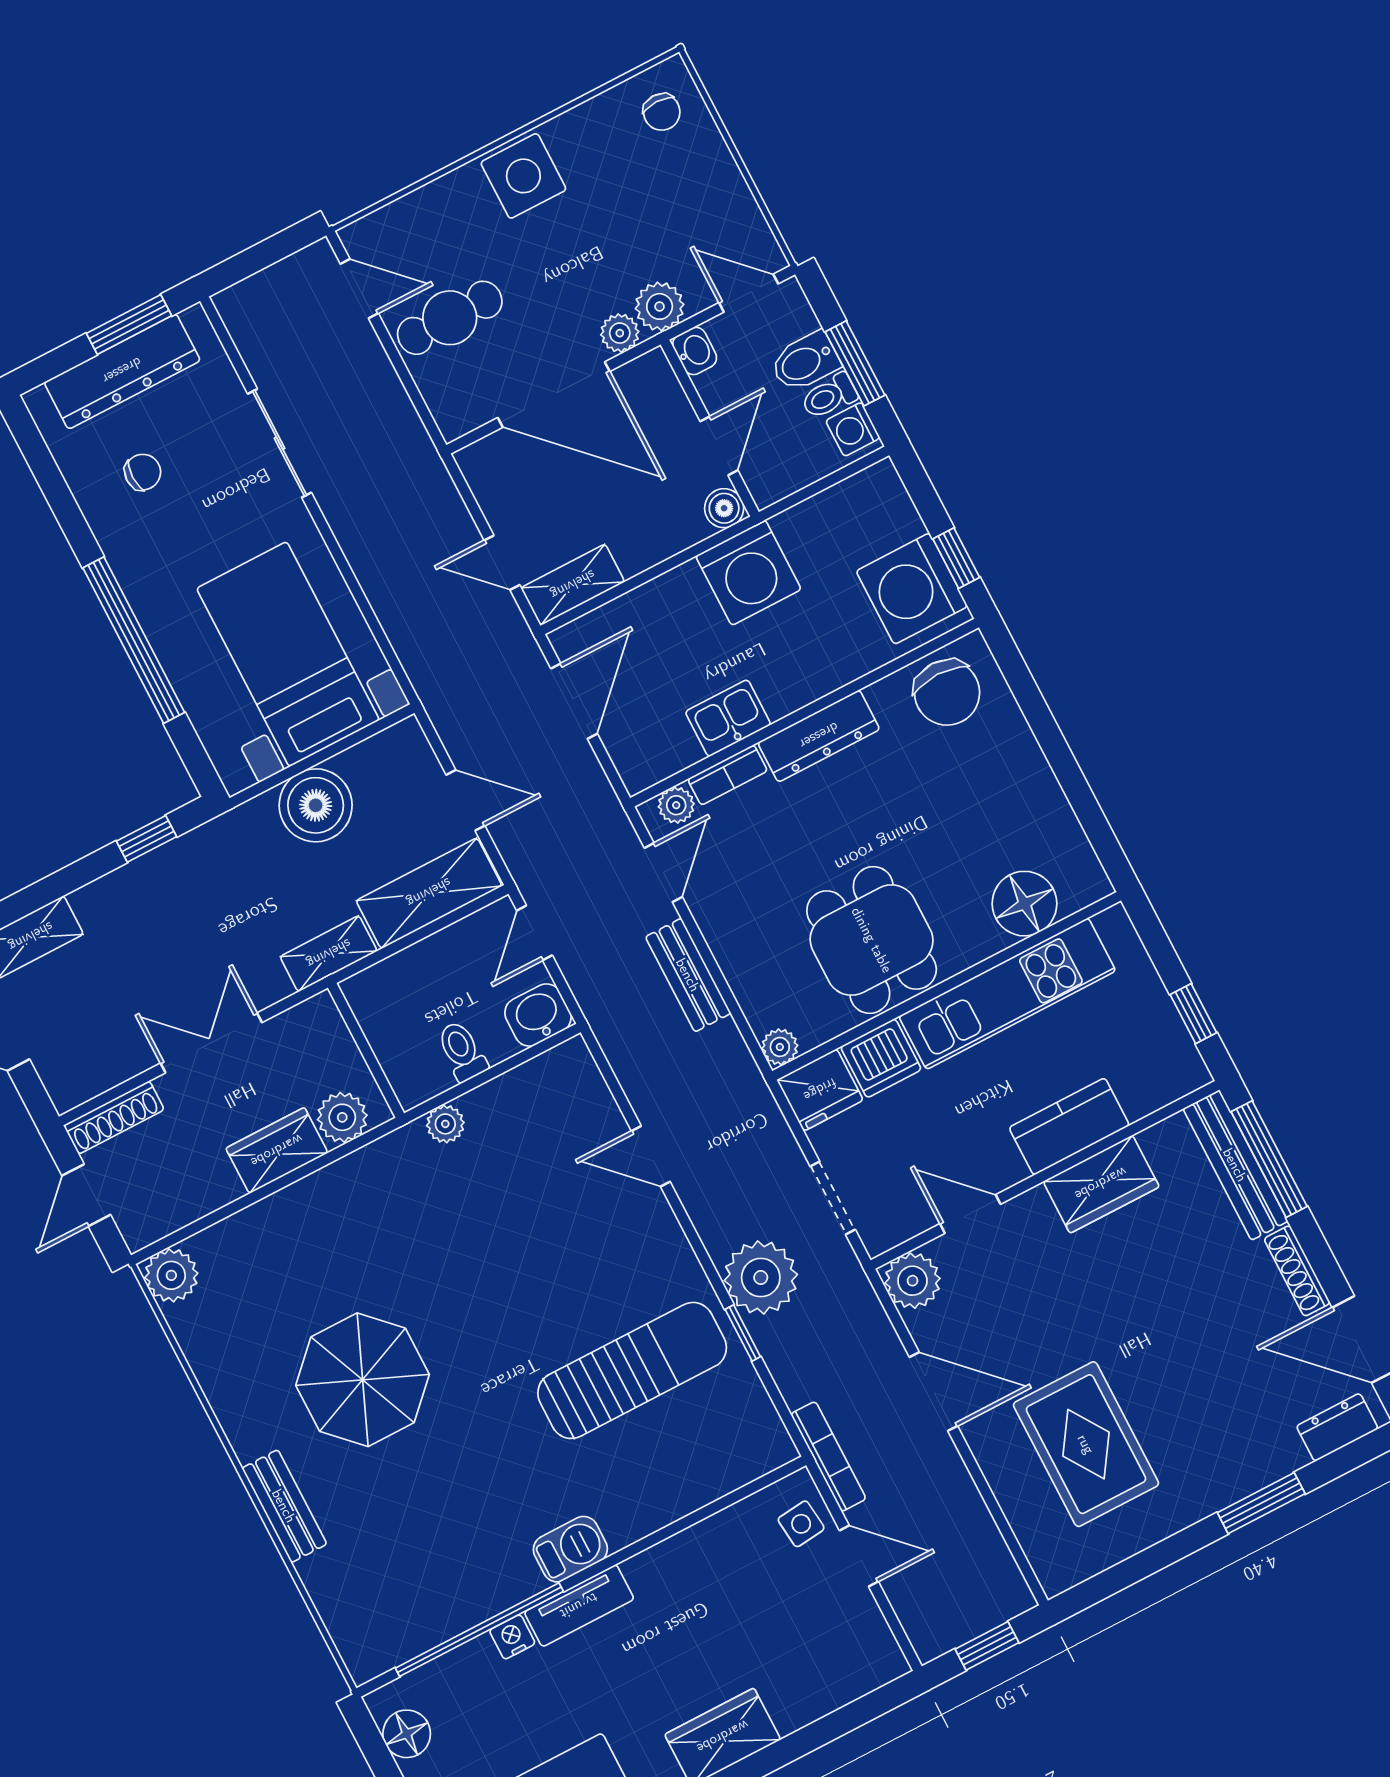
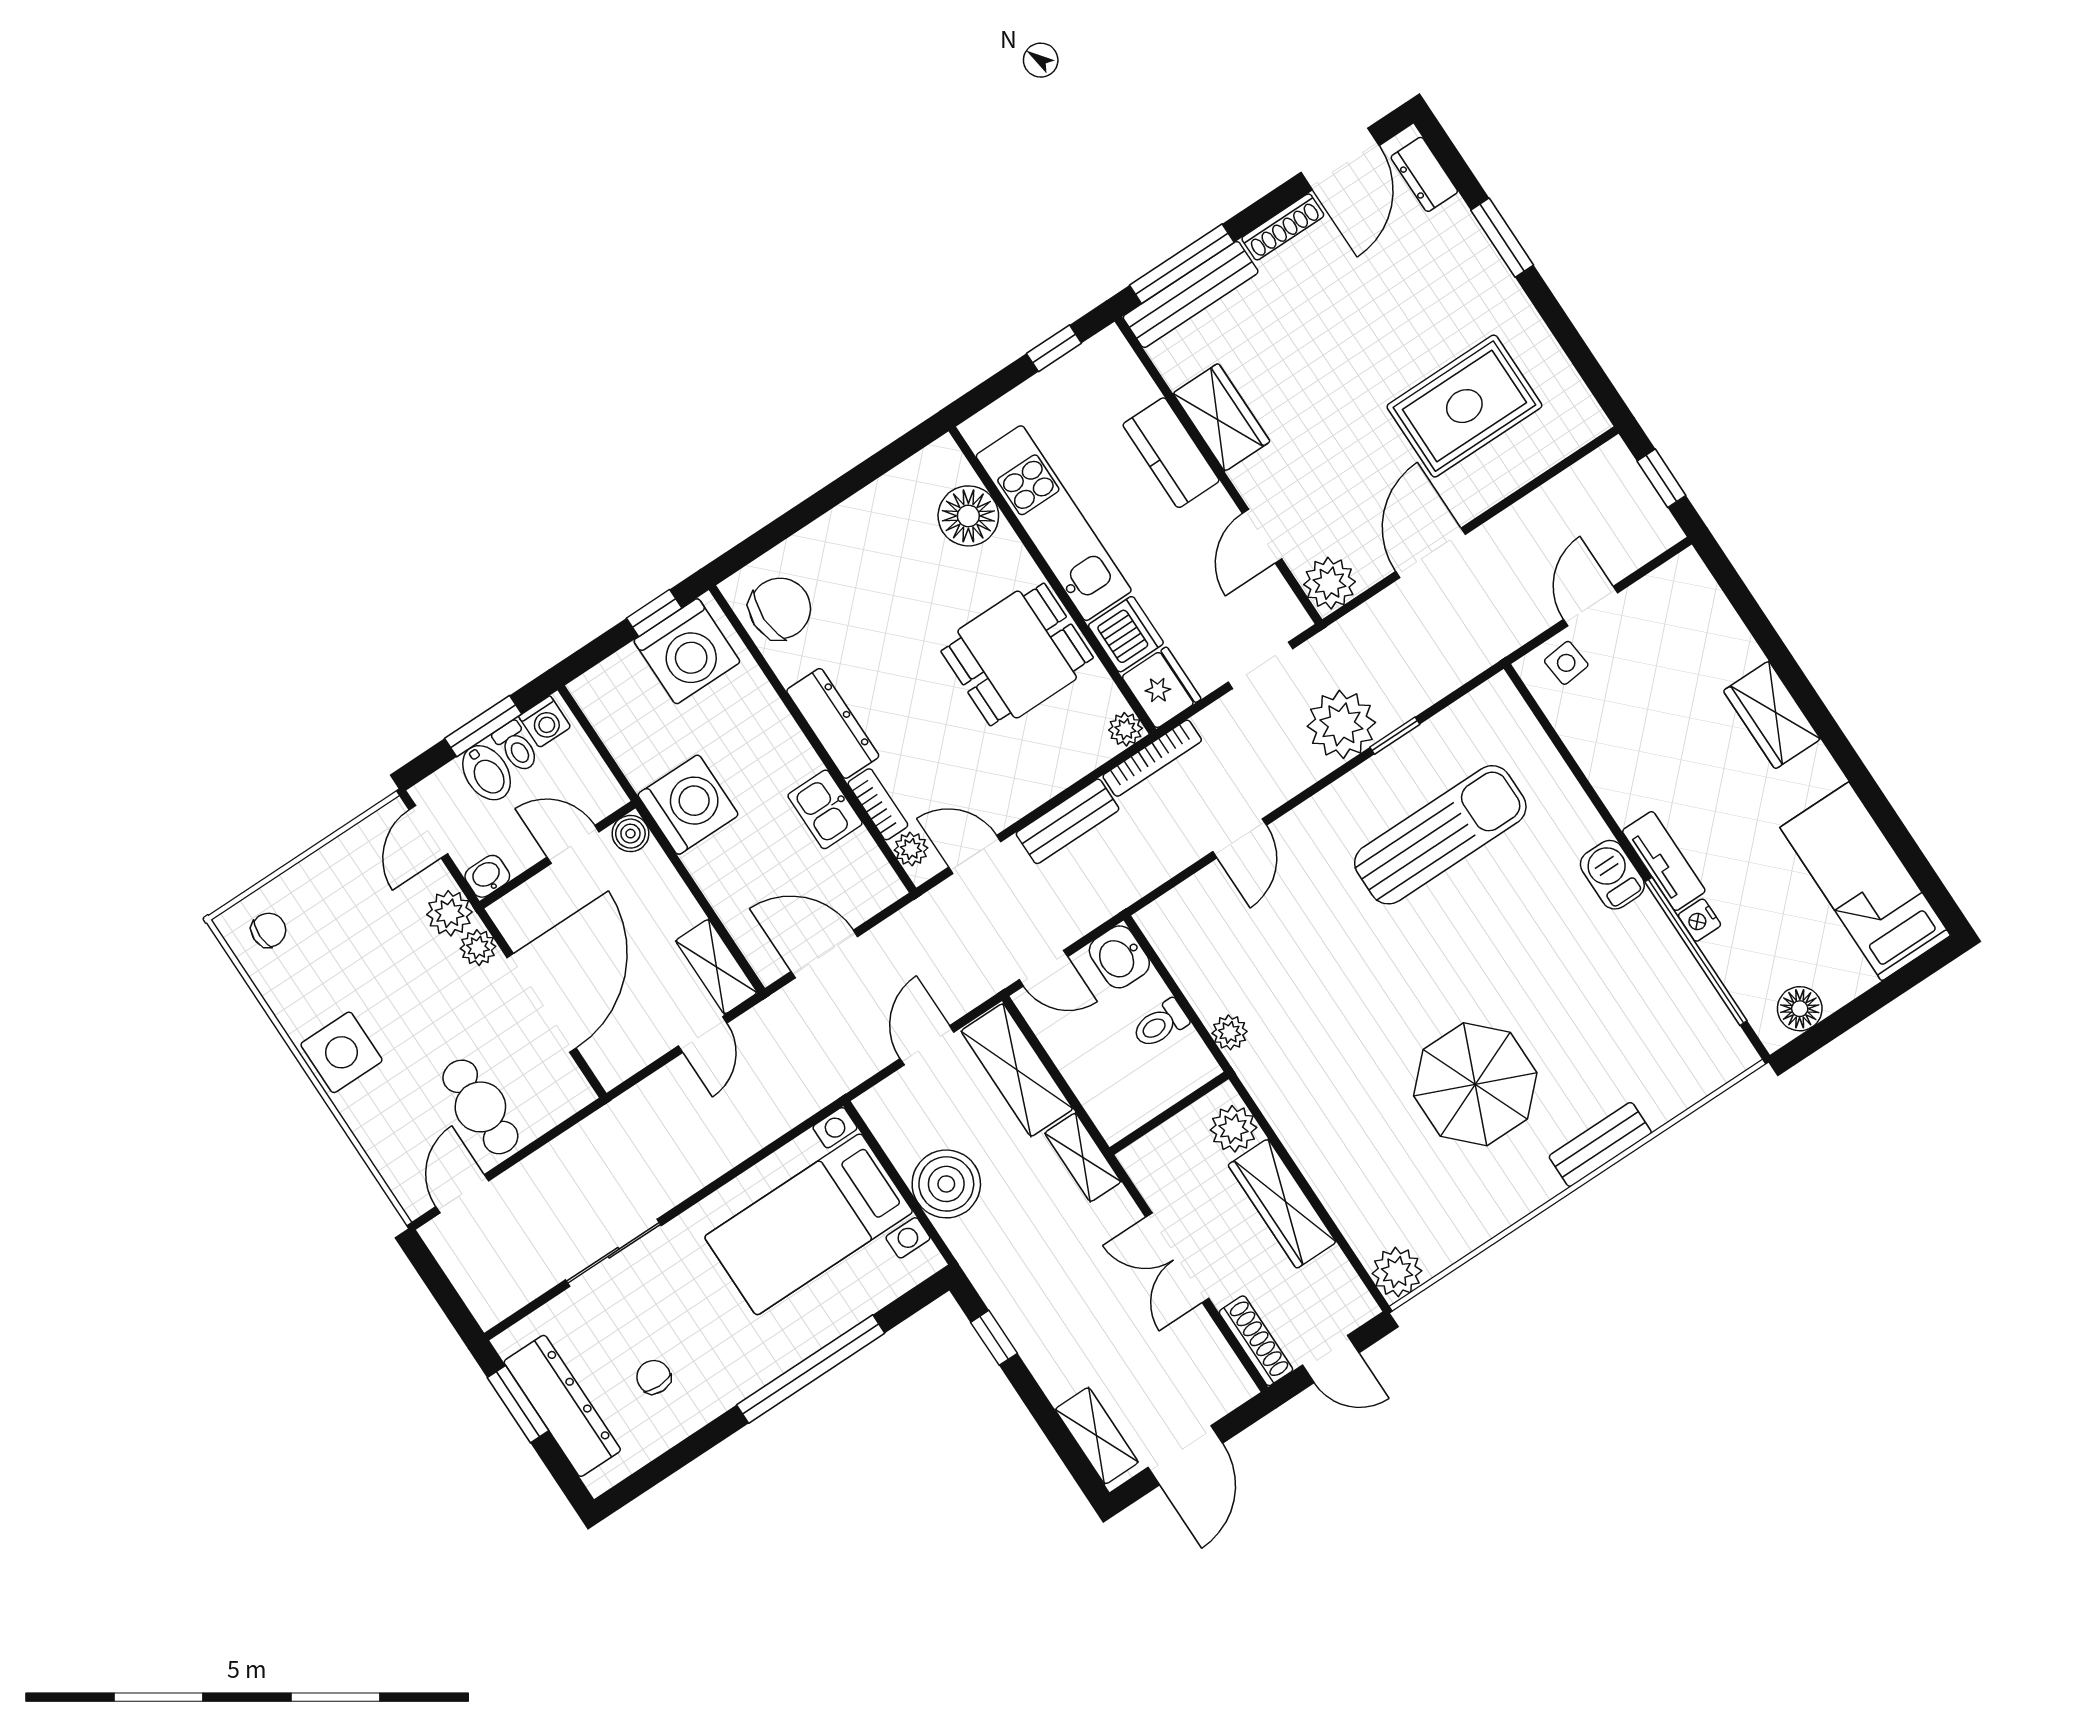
wardrobe: (277, 1151) -> (1282, 1204), width x1.50
sun lounger: (632, 1370) -> (1440, 835), turned 90
bookcase: (828, 1456) -> (1152, 758), moved, turned 180

